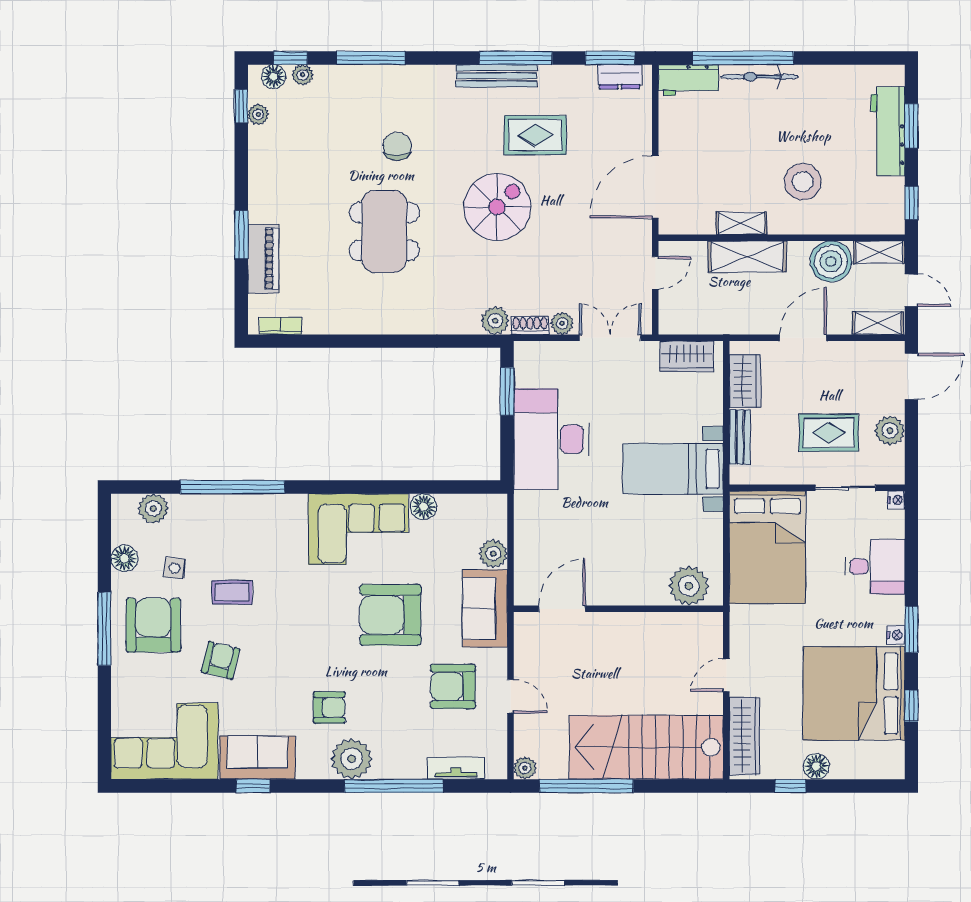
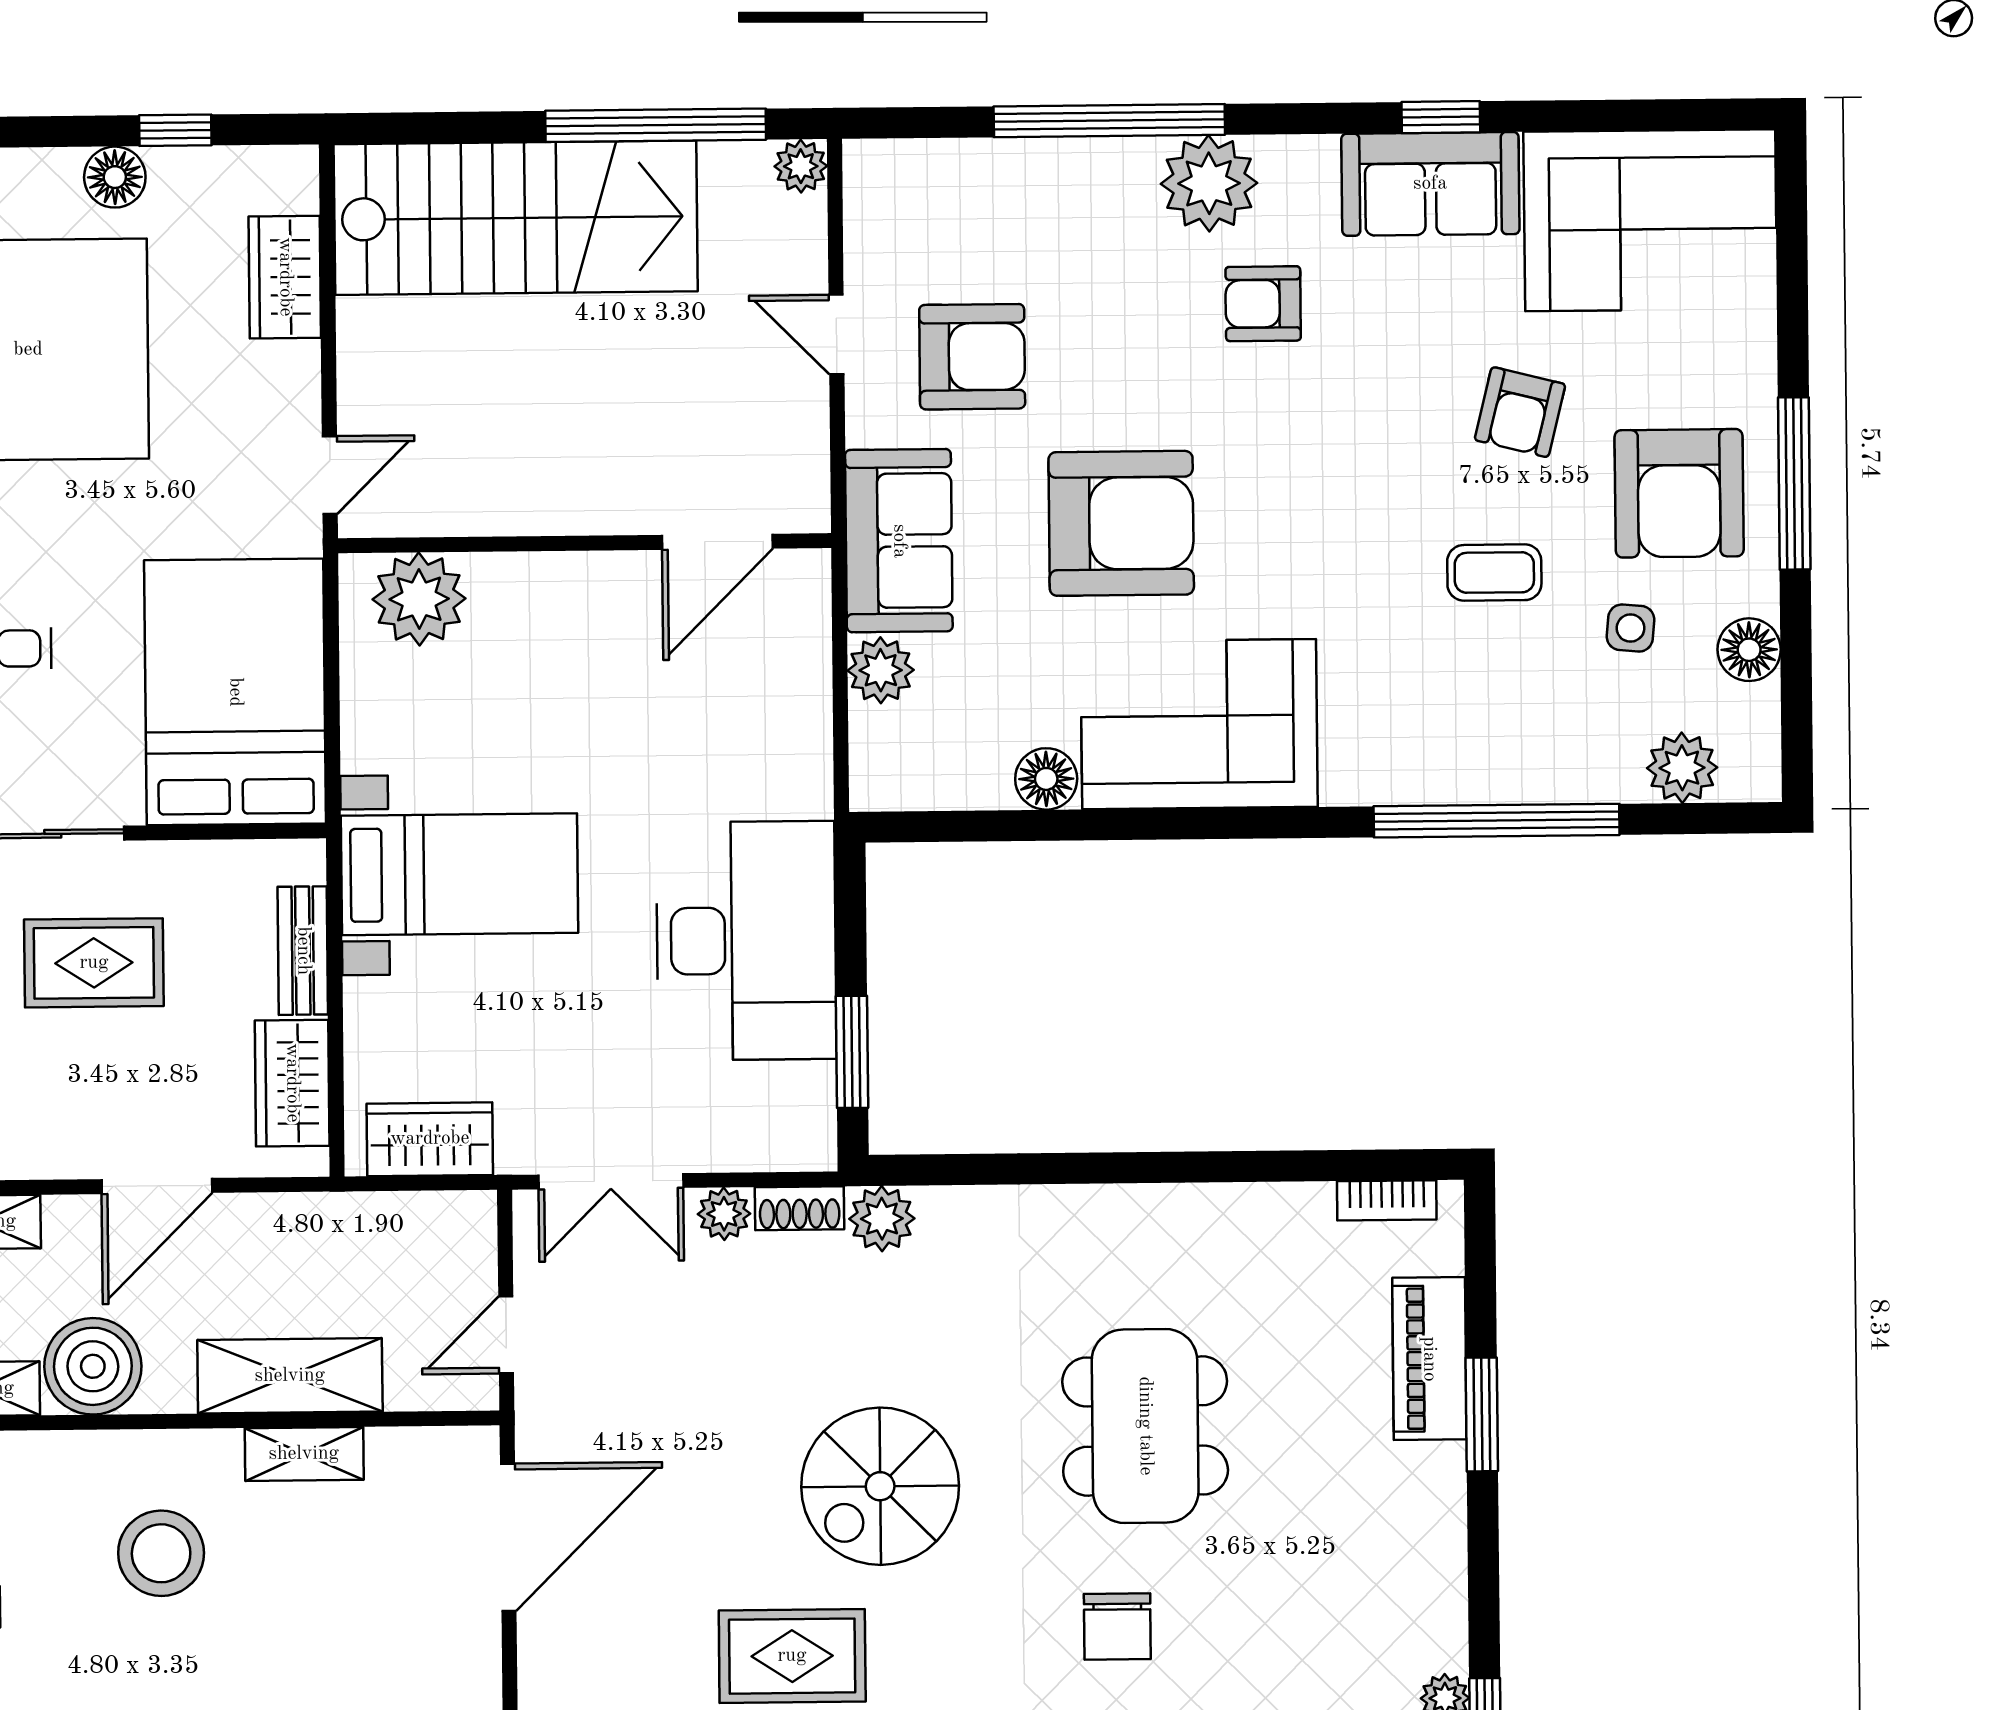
door: (726, 675) -> (330, 475), moved
wardrobe: (745, 736) -> (285, 277), width x0.67
tv unit: (456, 768) -> (963, 163), removed

